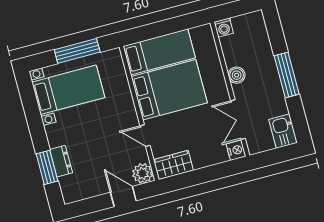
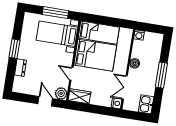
bed with nightstands: (68, 90) -> (57, 34), moved, turned 180
window: (47, 167) -> (15, 49), moved

